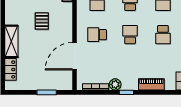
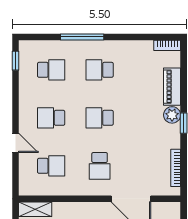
school desk: (163, 35) -> (100, 70), turned 180
plant: (115, 84) -> (172, 115), moved

